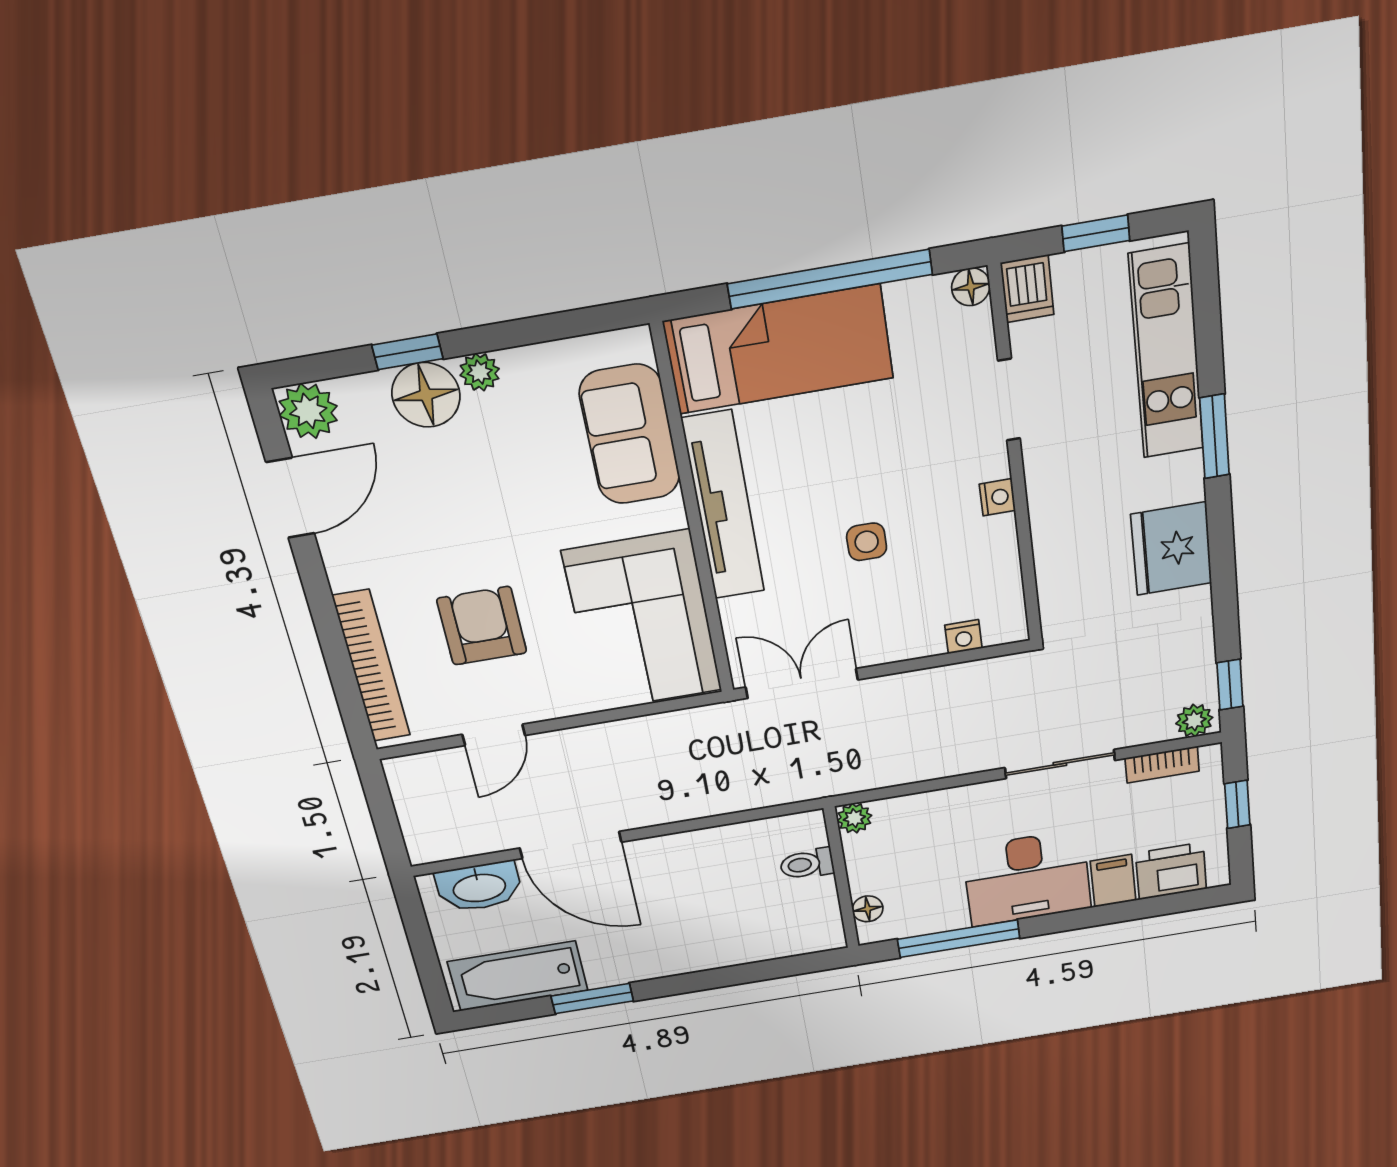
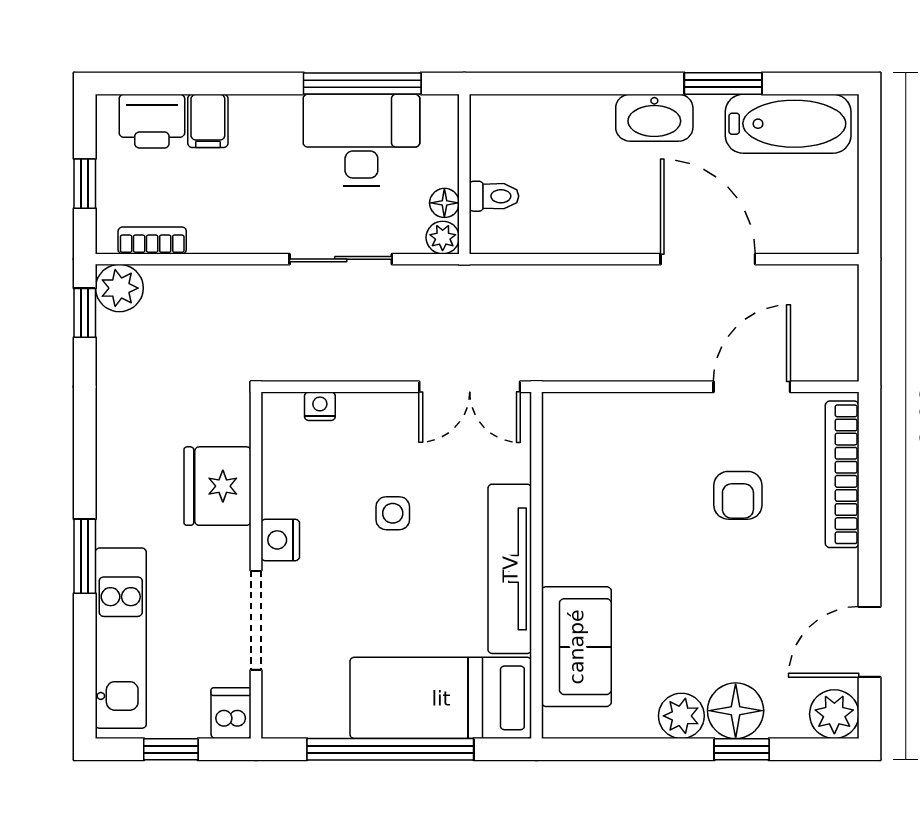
floor lamp: (971, 287) -> (277, 723), removed
plant: (480, 372) -> (681, 716), width x1.38, depth x1.38
doorway: (1009, 400) -> (256, 620), width x1.38
nightstand: (997, 497) -> (280, 540), width x1.39, depth x1.35
fridge: (1171, 549) -> (218, 486), moved, turned 180
corner sofa: (643, 621) -> (598, 474), removed
armchair: (482, 626) -> (738, 495), width x0.72, depth x0.72
plant: (1194, 721) -> (119, 288), width x1.38, depth x1.38
door: (494, 735) -> (752, 387), width x1.38
sliding door: (1060, 764) -> (341, 259), moved
desk: (1027, 878) -> (361, 140), moved
washbasin: (479, 887) -> (654, 118), moved, turned 180
floor lamp: (868, 909) -> (444, 203), moved

